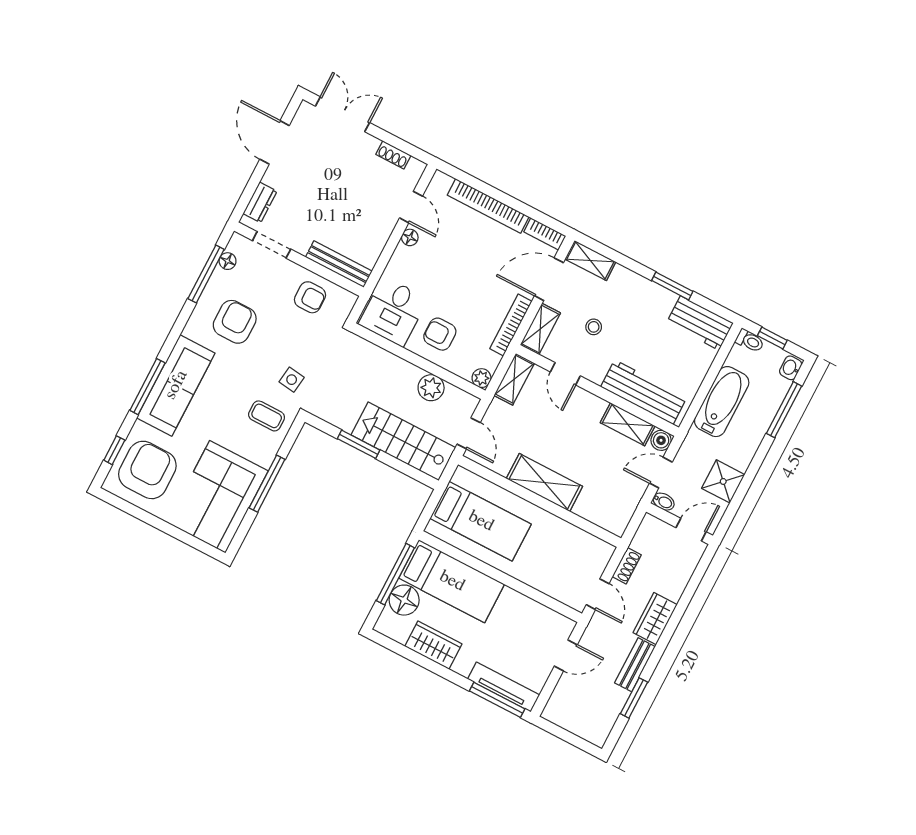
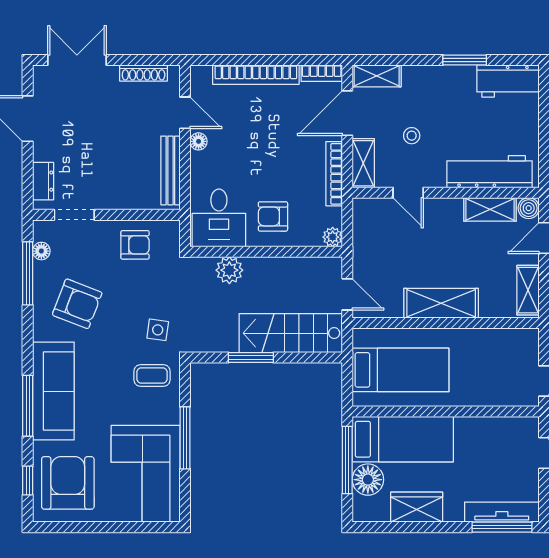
shoe rack: (393, 155) -> (144, 73), width x1.43
bench: (339, 264) -> (170, 170), moved, turned 90
armchair: (235, 322) -> (77, 304), turned 111
shelving: (514, 379) -> (528, 290), moved
plant: (431, 388) -> (229, 270), moved

